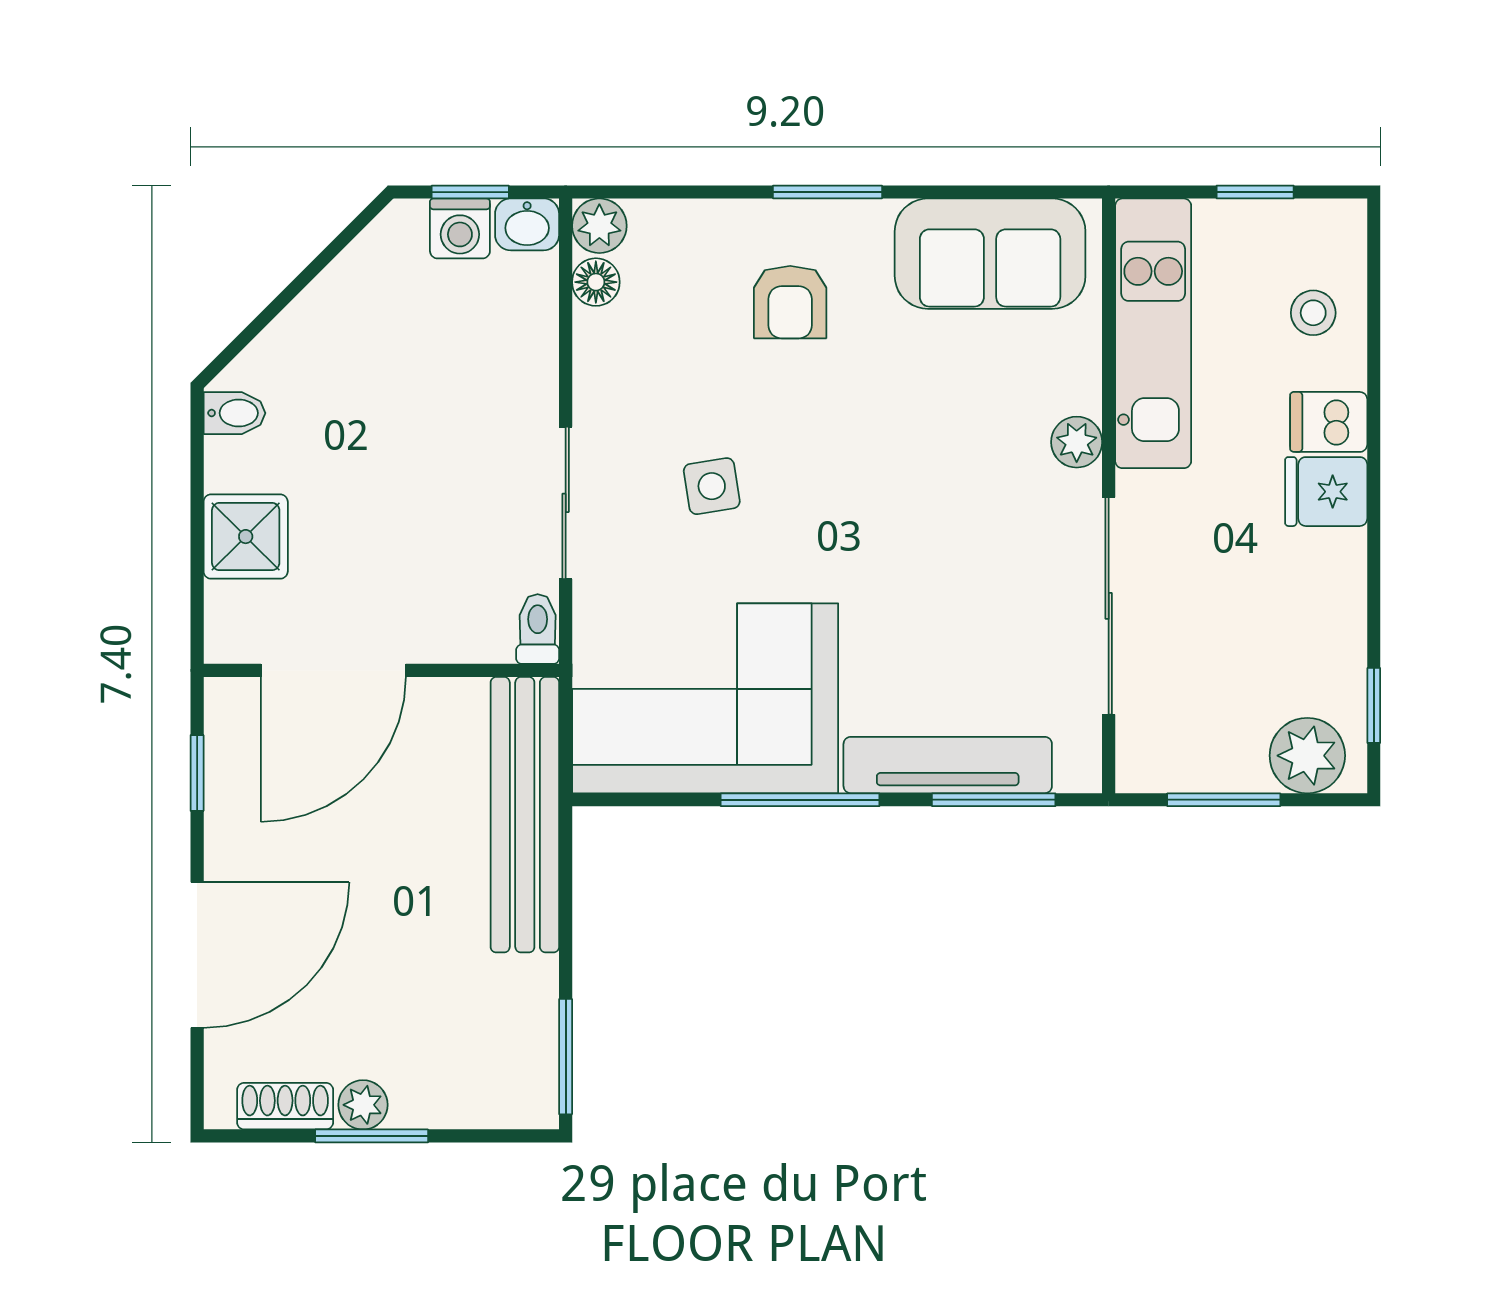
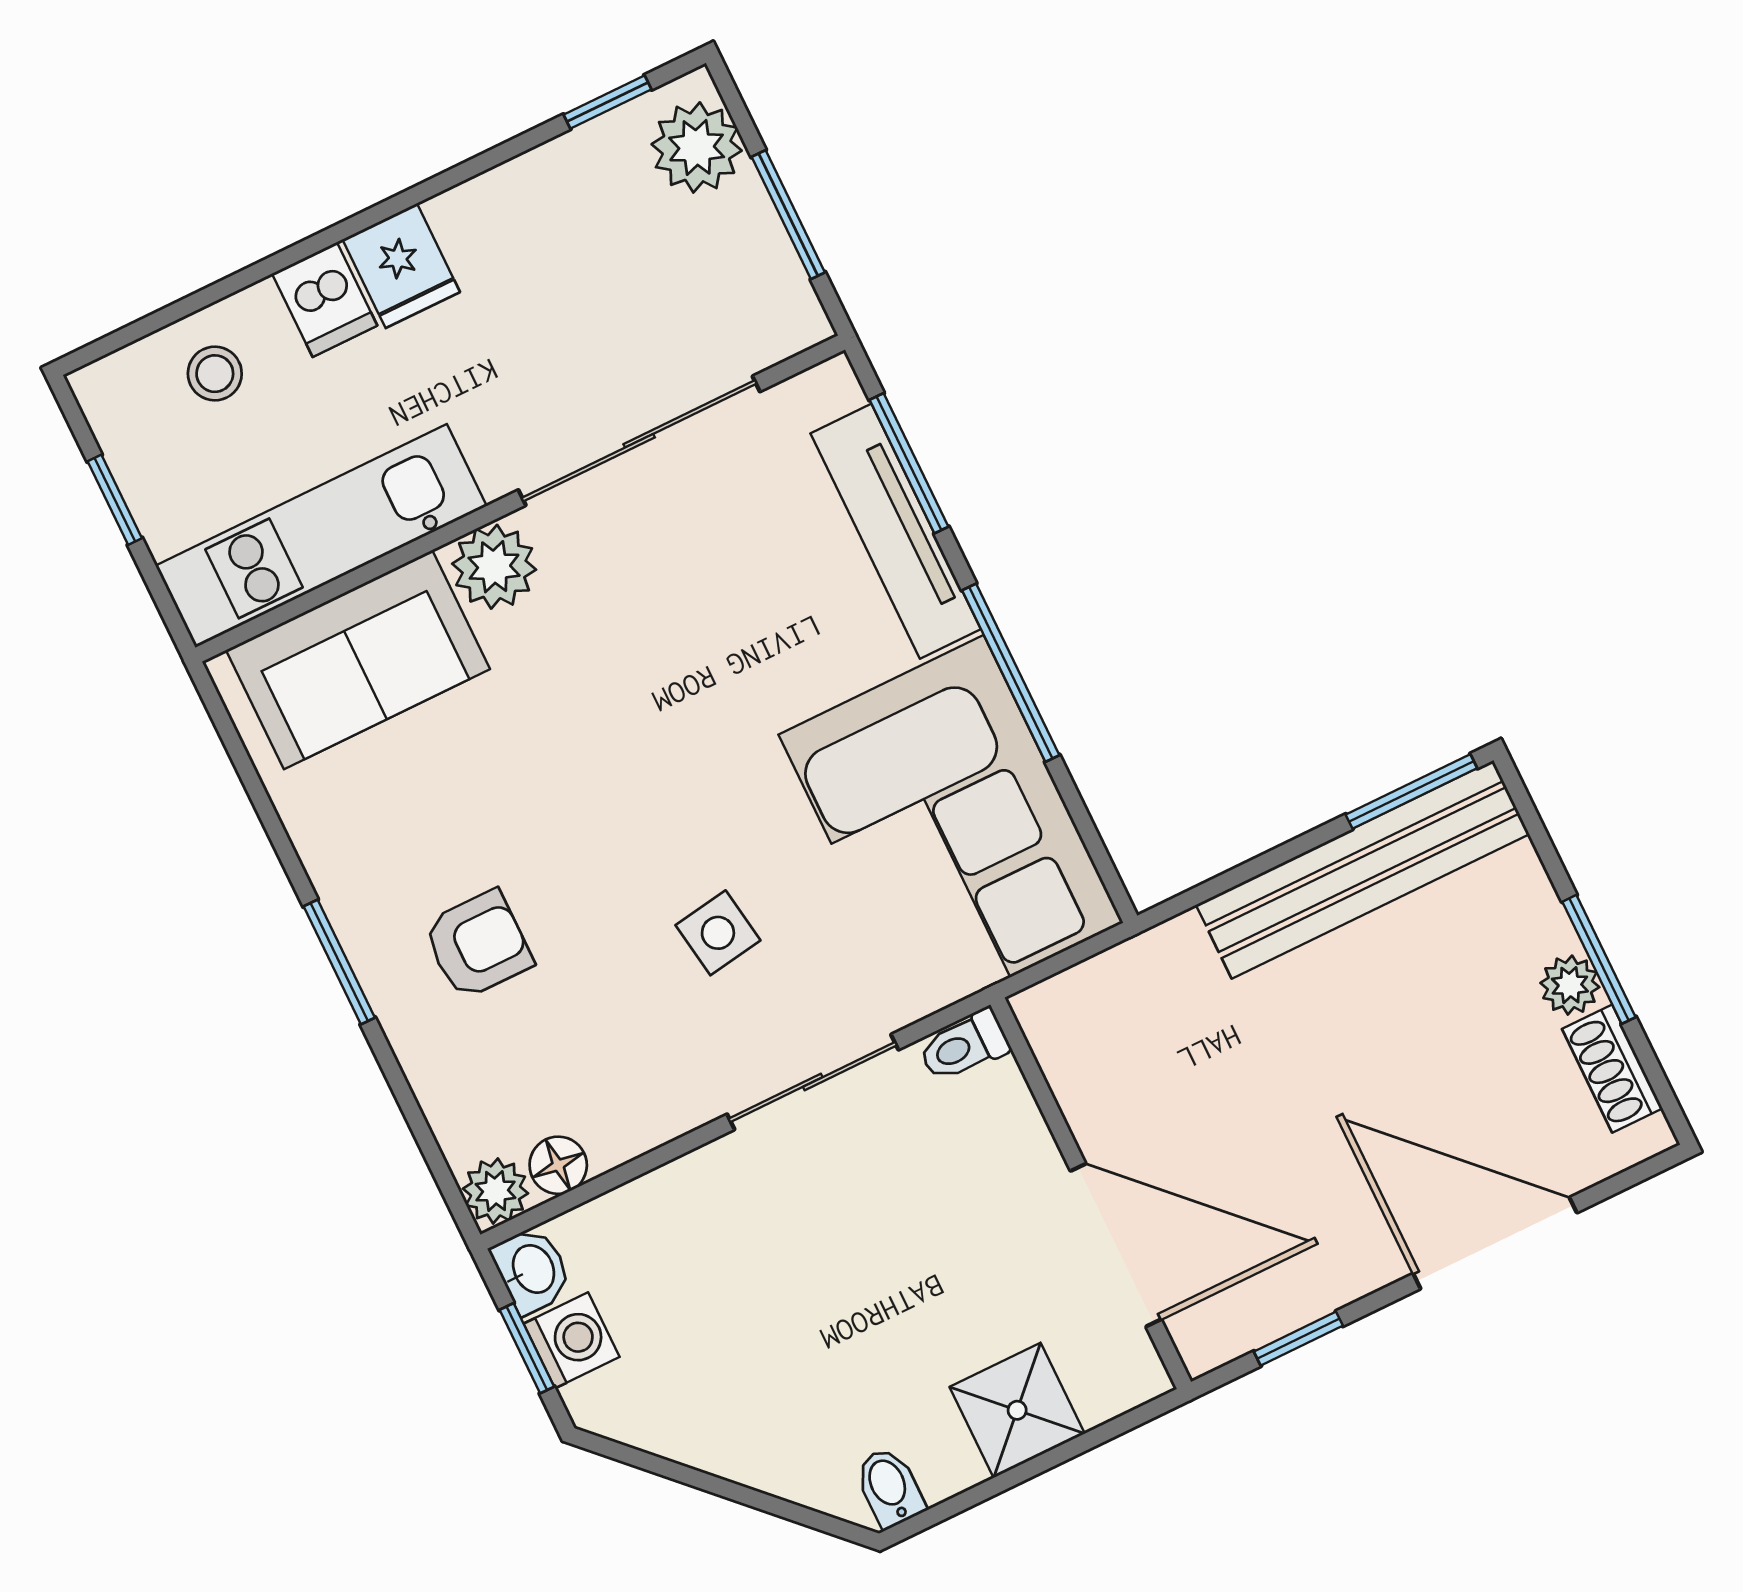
sofa: (990, 254) -> (358, 660), moved, turned 90
plant: (1077, 442) -> (494, 567), width x1.38, depth x1.38
bench: (525, 815) -> (1363, 869), moved

